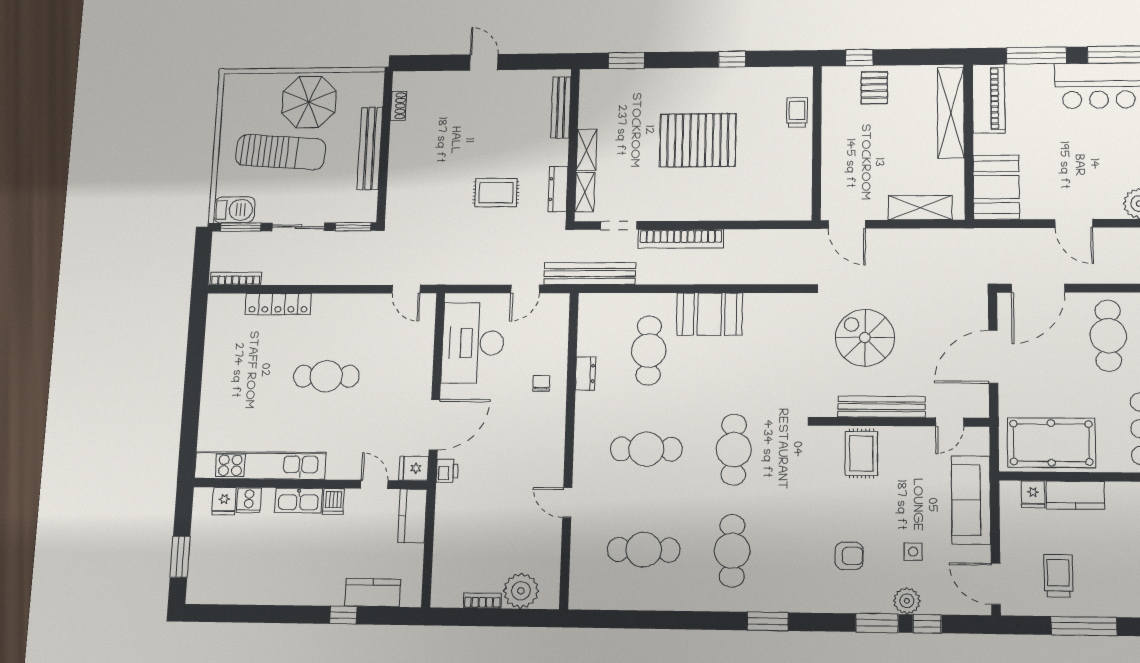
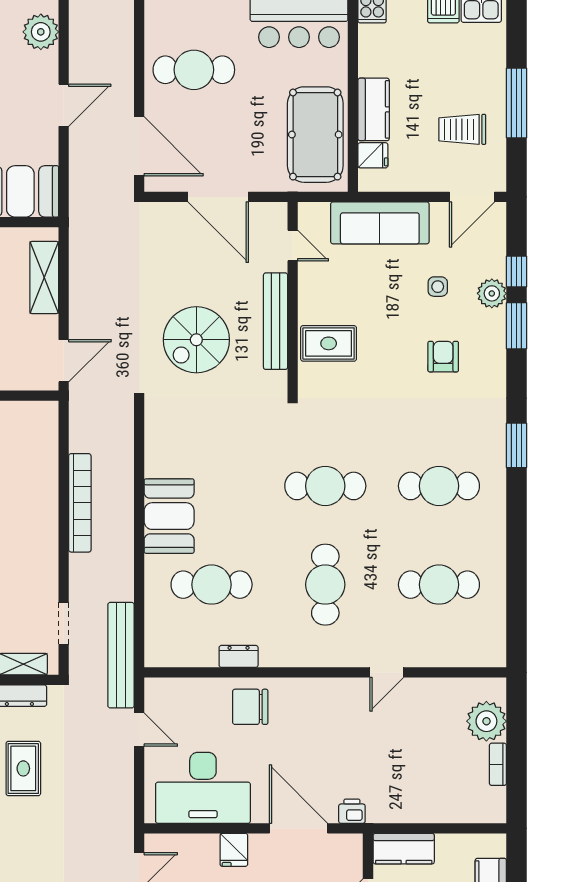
bookcase: (681, 239) -> (80, 503), moved
chair: (541, 383) -> (250, 707), width x1.87, depth x1.87
fridge: (414, 468) -> (234, 850), moved
cafe table: (644, 550) -> (439, 585), turned 90

